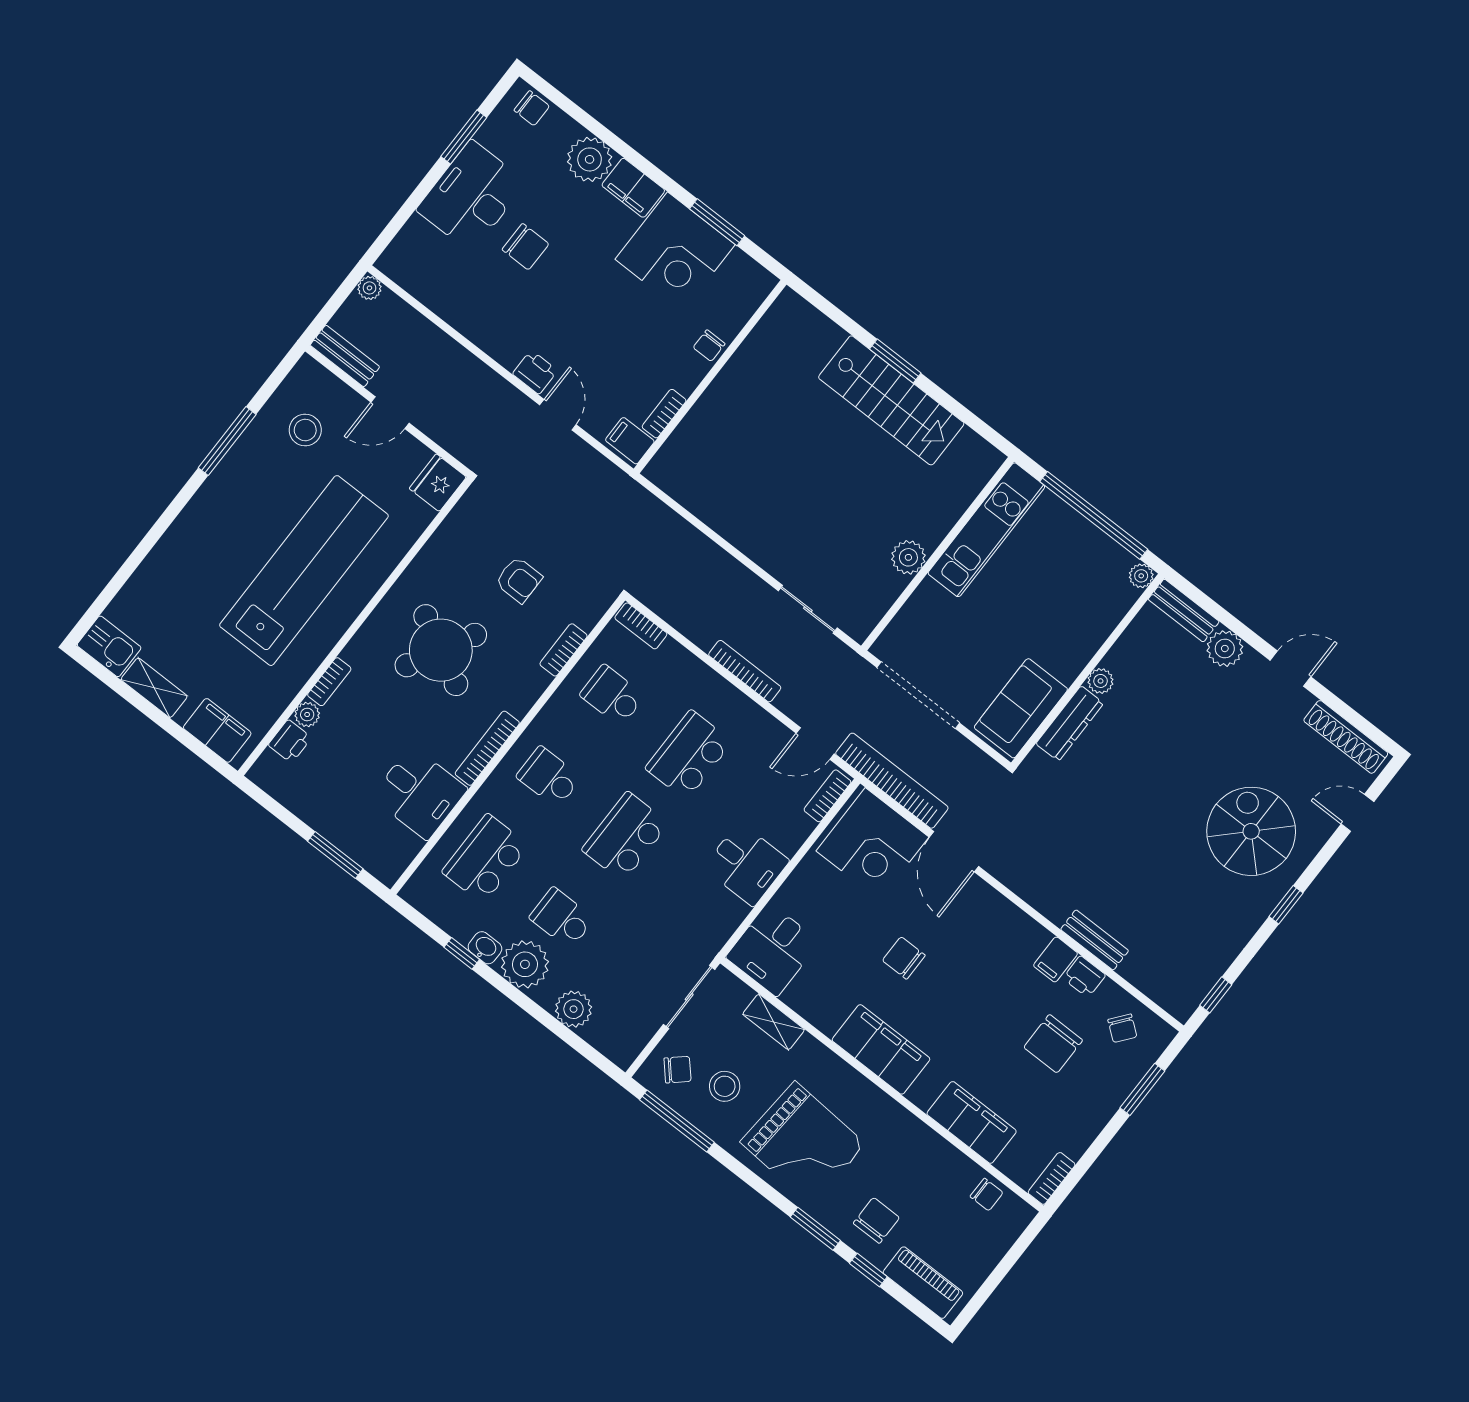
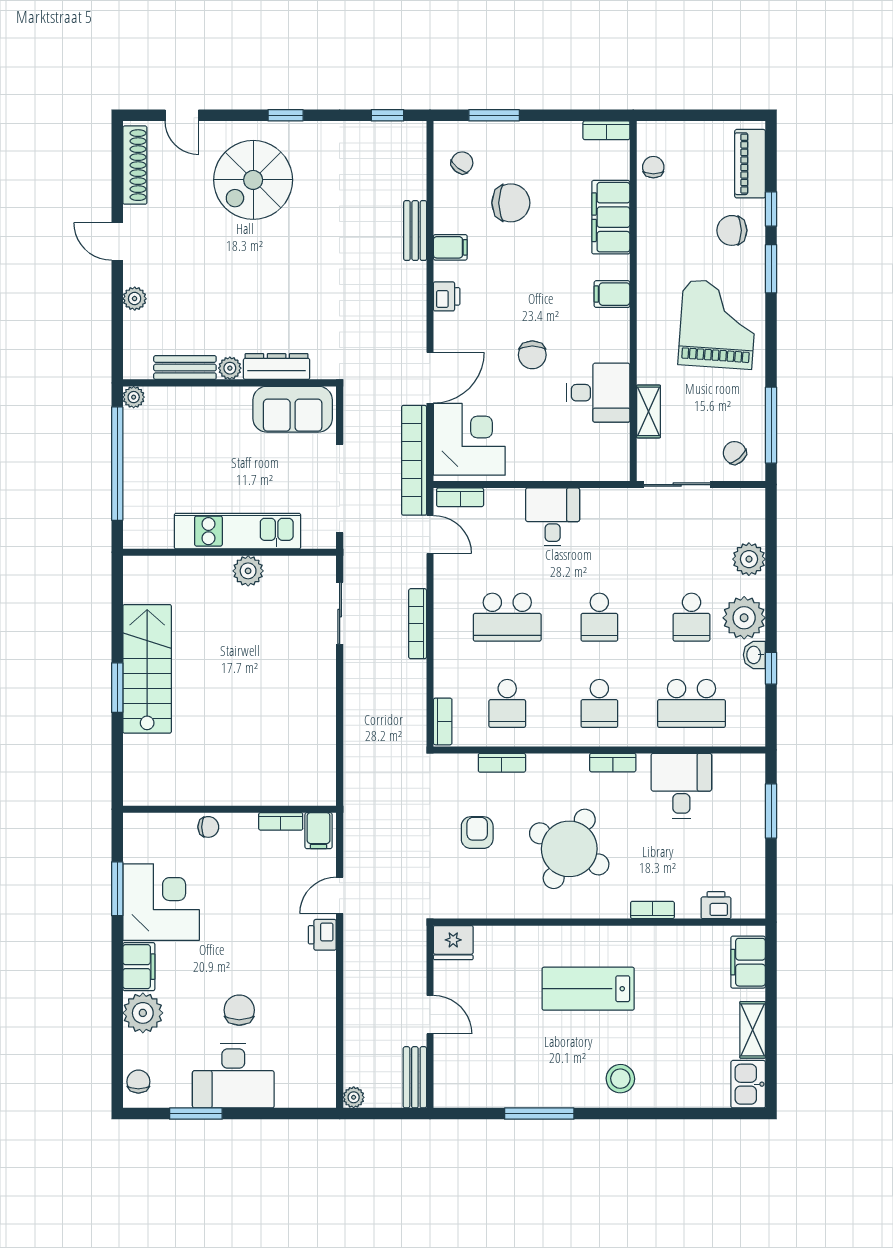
stool: (305, 430) -> (620, 1079), moved
kitchen unit: (986, 530) -> (238, 531), moved
lab bench: (304, 571) -> (588, 989), width x0.54, depth x0.72
bench: (1184, 611) -> (185, 368), moved, turned 90
plant: (1225, 649) -> (135, 299), width x0.73, depth x0.73
plant: (307, 714) -> (688, 908), removed
bookcase: (487, 748) -> (613, 763), width x0.64
school desk: (625, 837) -> (599, 617), width x0.54
desk: (773, 949) -> (598, 393), moved
printer: (1084, 977) -> (447, 296), moved
filing cabinet: (881, 1049) -> (612, 294), width x0.33, depth x0.86
stool: (725, 1086) -> (721, 411), removed

